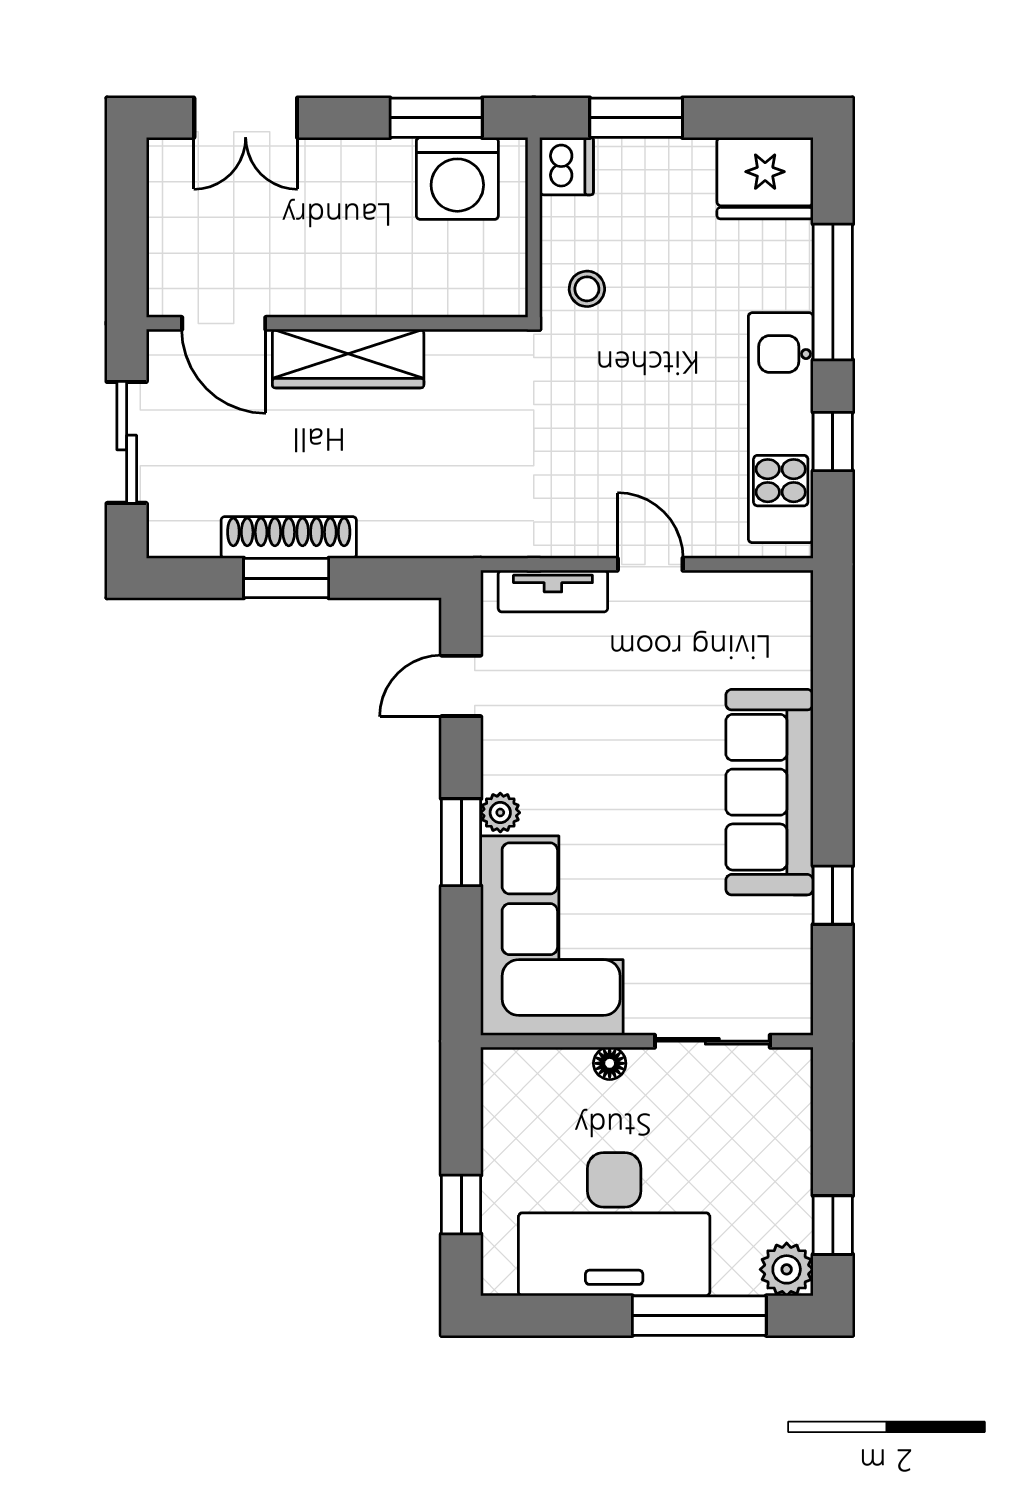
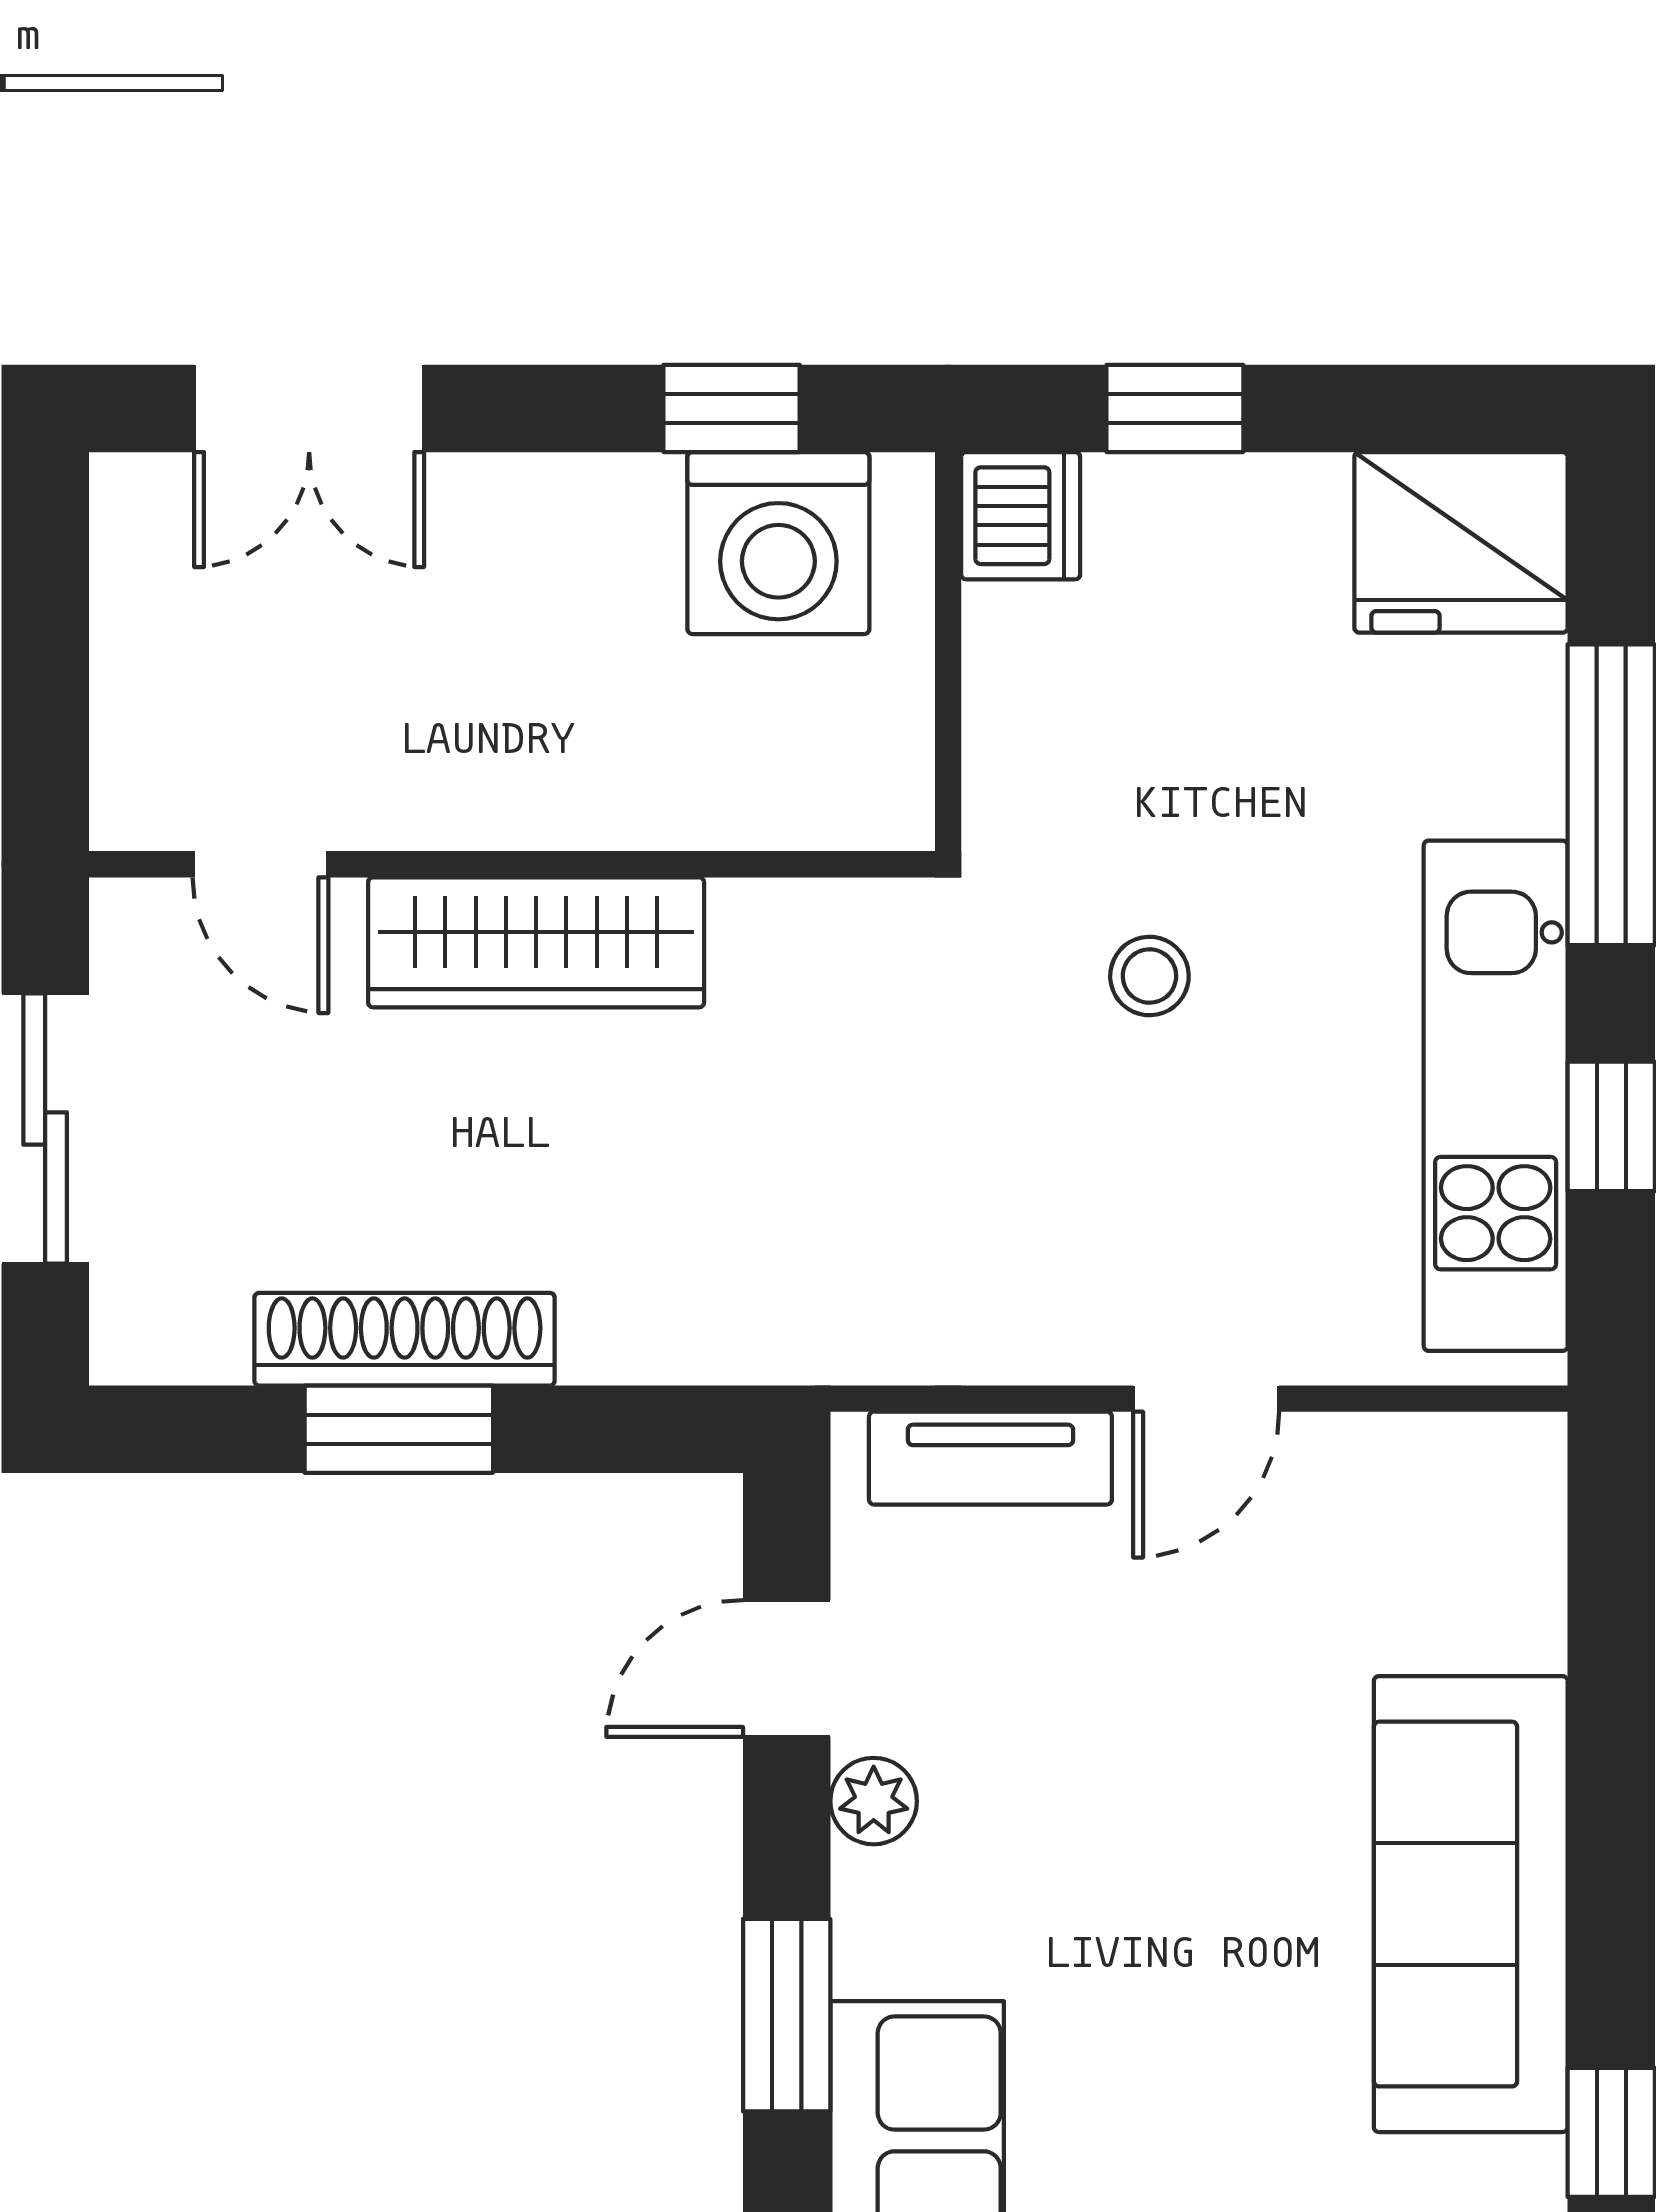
window: (436, 118) -> (732, 408), width x0.67
window: (636, 118) -> (1175, 408), width x0.67
stool: (587, 289) -> (1149, 976), moved
door: (224, 323) -> (260, 864), width x0.73
door: (650, 564) -> (1206, 1399), swing flipped
plant: (500, 813) -> (874, 1801), moved

